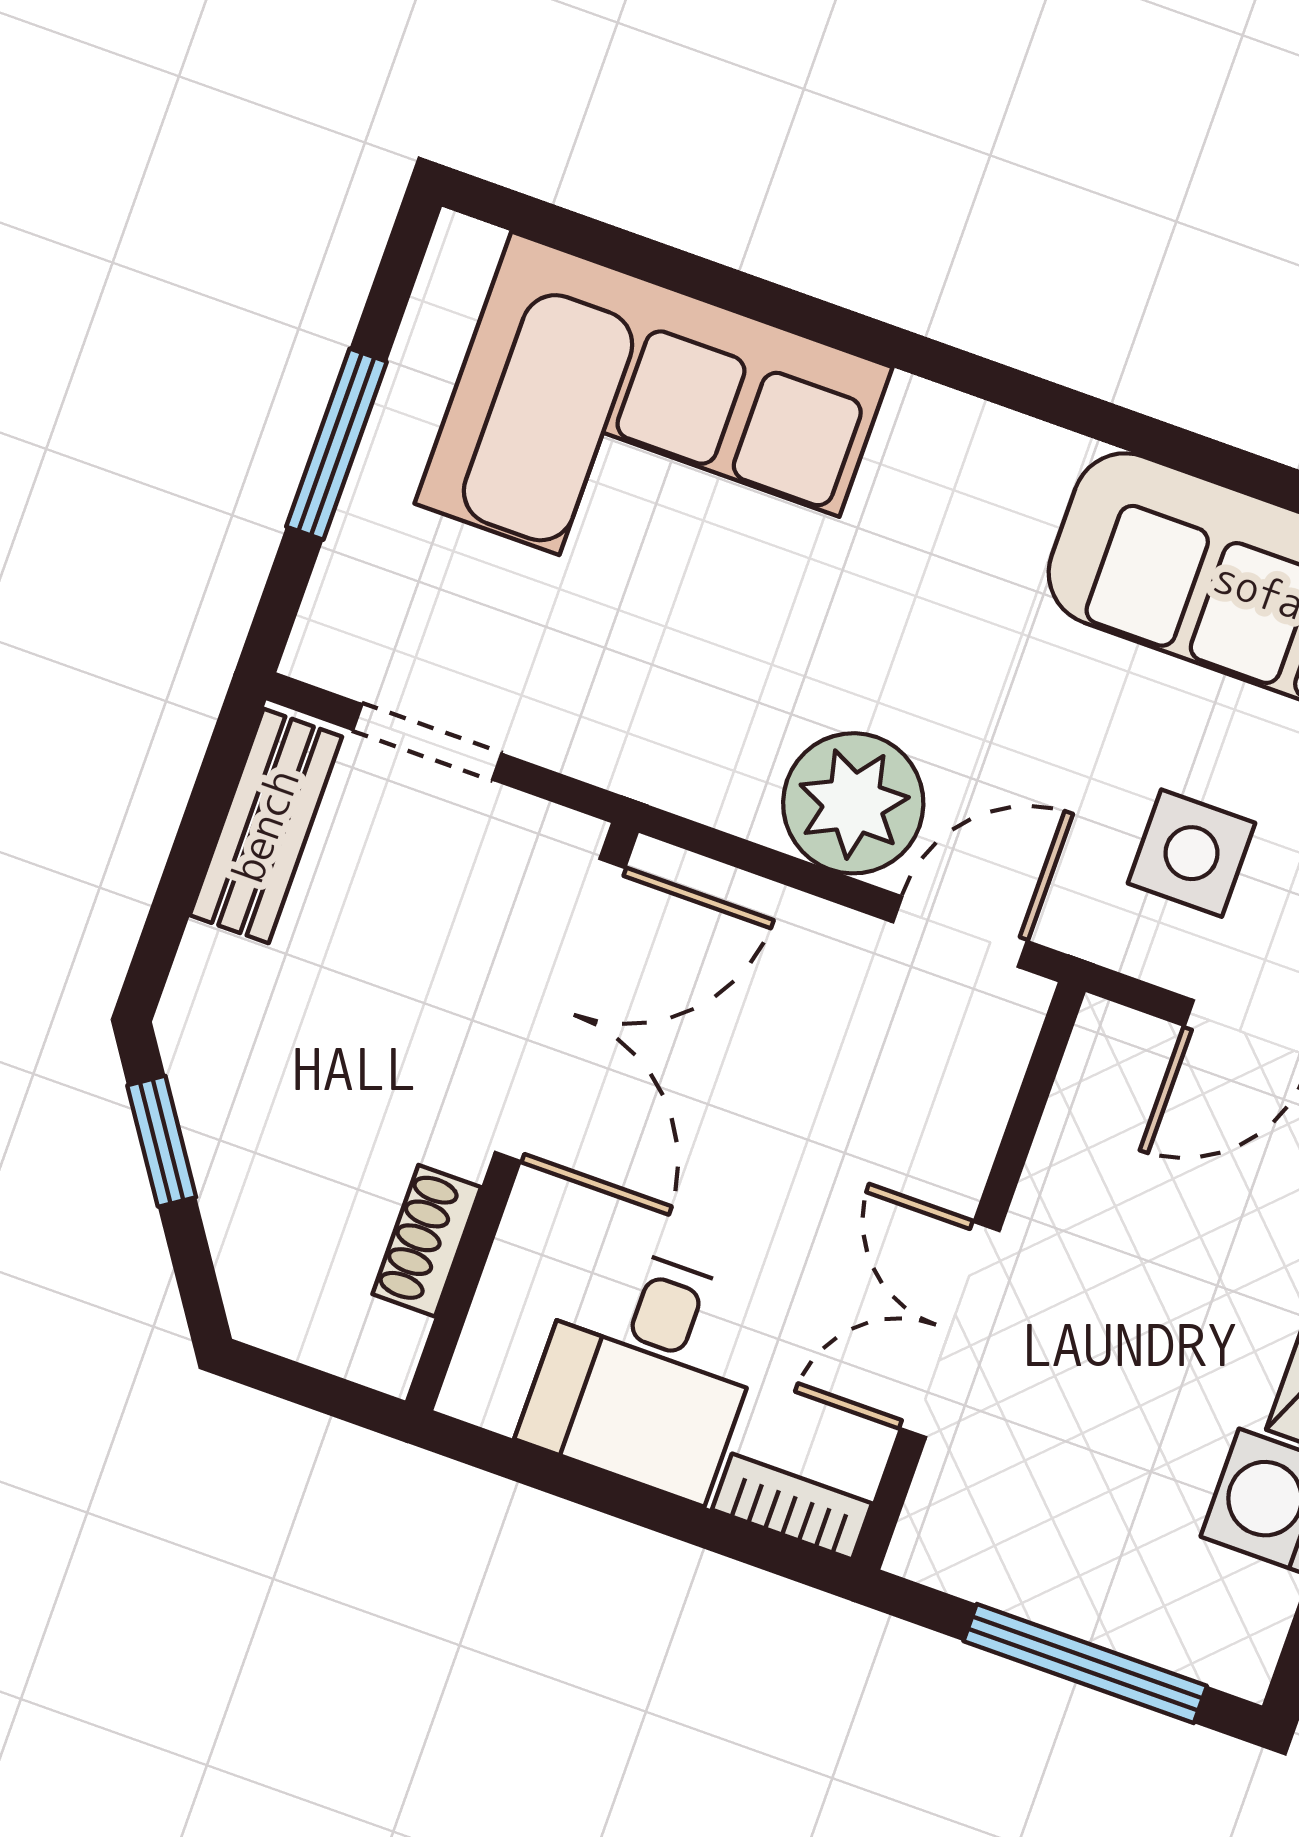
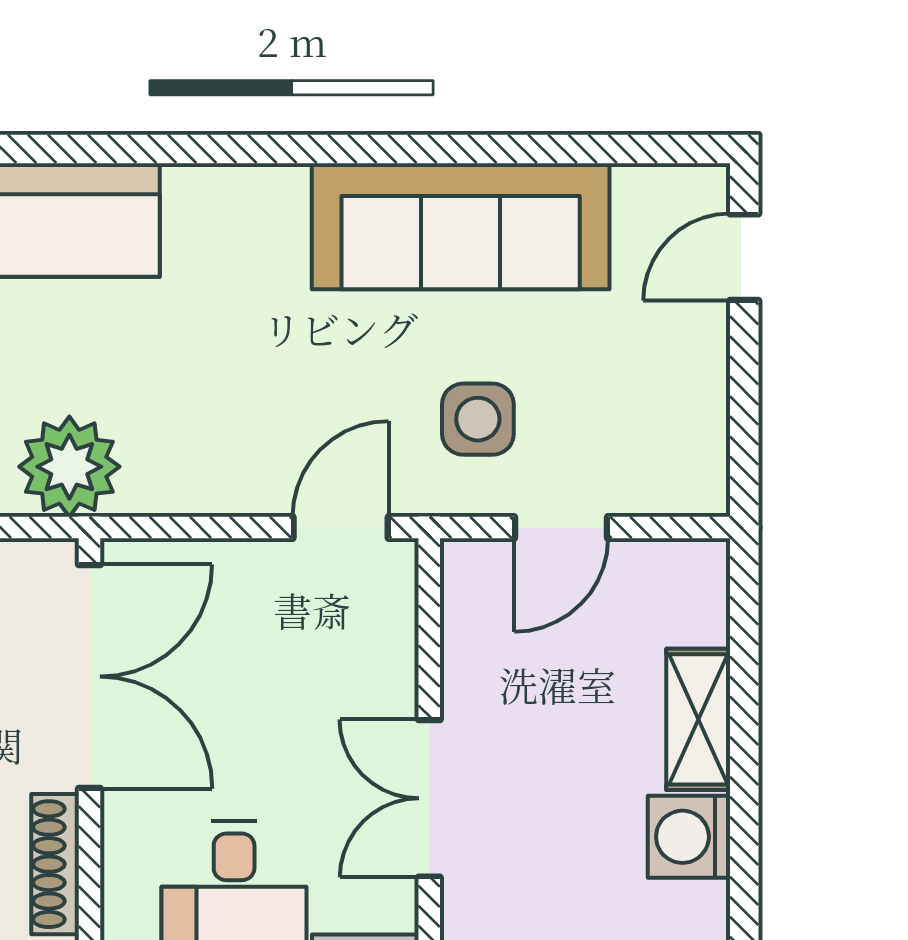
plant: (853, 803) -> (69, 467), moved
shoe rack: (427, 1241) -> (55, 864), width x1.43

